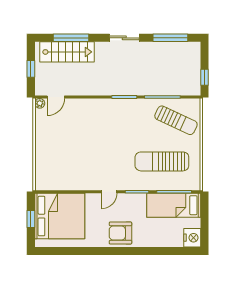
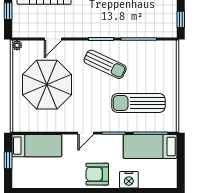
door: (56, 97) -> (53, 39), moved
sun lounger: (176, 120) -> (105, 64), moved
parasol: (70, 143) -> (47, 85), added
bed: (60, 216) -> (37, 146), width x0.49
nightstand: (192, 238) -> (129, 180), moved, turned 90

